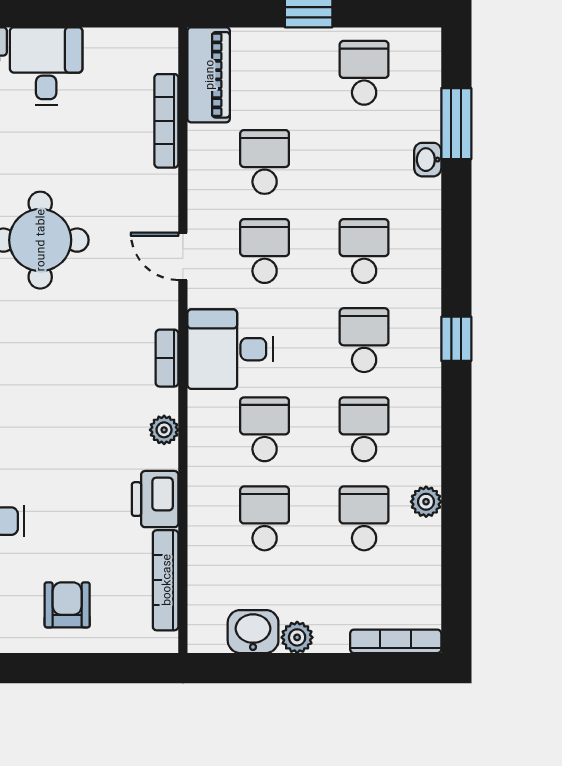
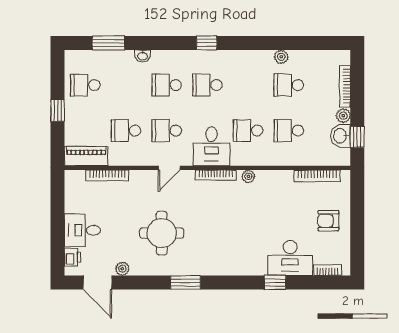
washbasin: (428, 160) -> (142, 56), moved
bookcase: (167, 358) -> (216, 175), width x1.56
school desk: (364, 429) -> (248, 85), removed
printer: (155, 499) -> (280, 181), removed
bookcase: (396, 641) -> (345, 86), moved
window: (250, 668) -> (357, 137), added

